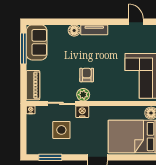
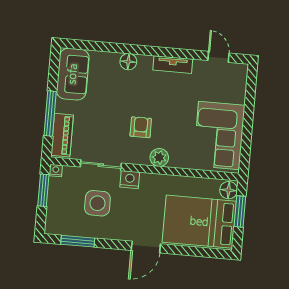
tv unit: (94, 30) -> (173, 65), moved
window: (23, 49) -> (50, 113), moved
plant: (83, 95) -> (159, 157), moved
window: (23, 124) -> (43, 190), added

